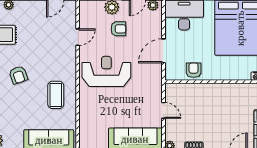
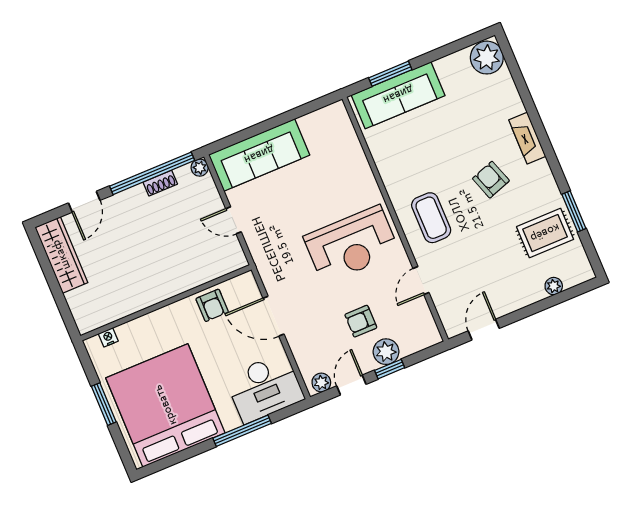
door: (163, 51) -> (274, 316), swing flipped
coffee table: (56, 95) -> (431, 218), moved

